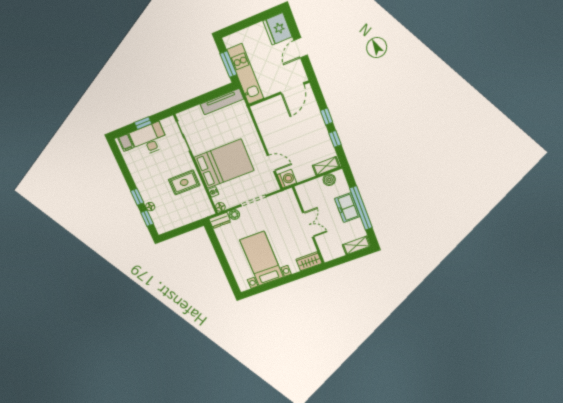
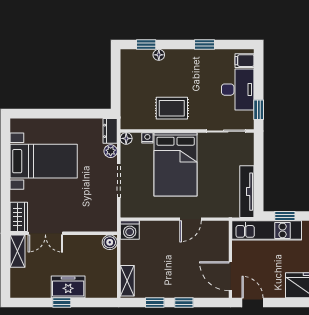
door: (301, 48) -> (253, 303), moved
window: (228, 64) -> (285, 216), width x0.67
window: (143, 123) -> (259, 110), moved
door: (271, 163) -> (190, 219), moved
boiler: (329, 180) -> (110, 242), moved
rug: (184, 182) -> (172, 108), turned 90
window: (137, 197) -> (204, 44), moved
window: (361, 208) -> (62, 303), width x0.32
double door: (308, 225) -> (45, 233), moved
shelving: (356, 245) -> (17, 251), moved

